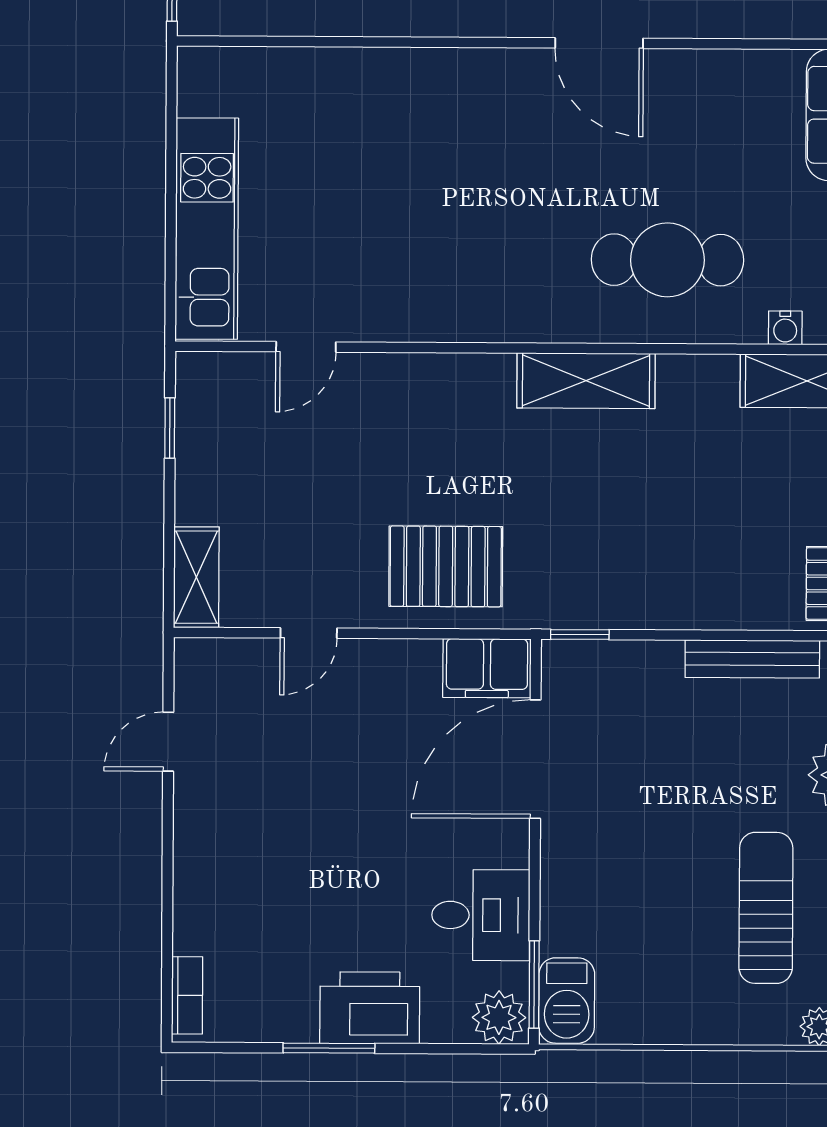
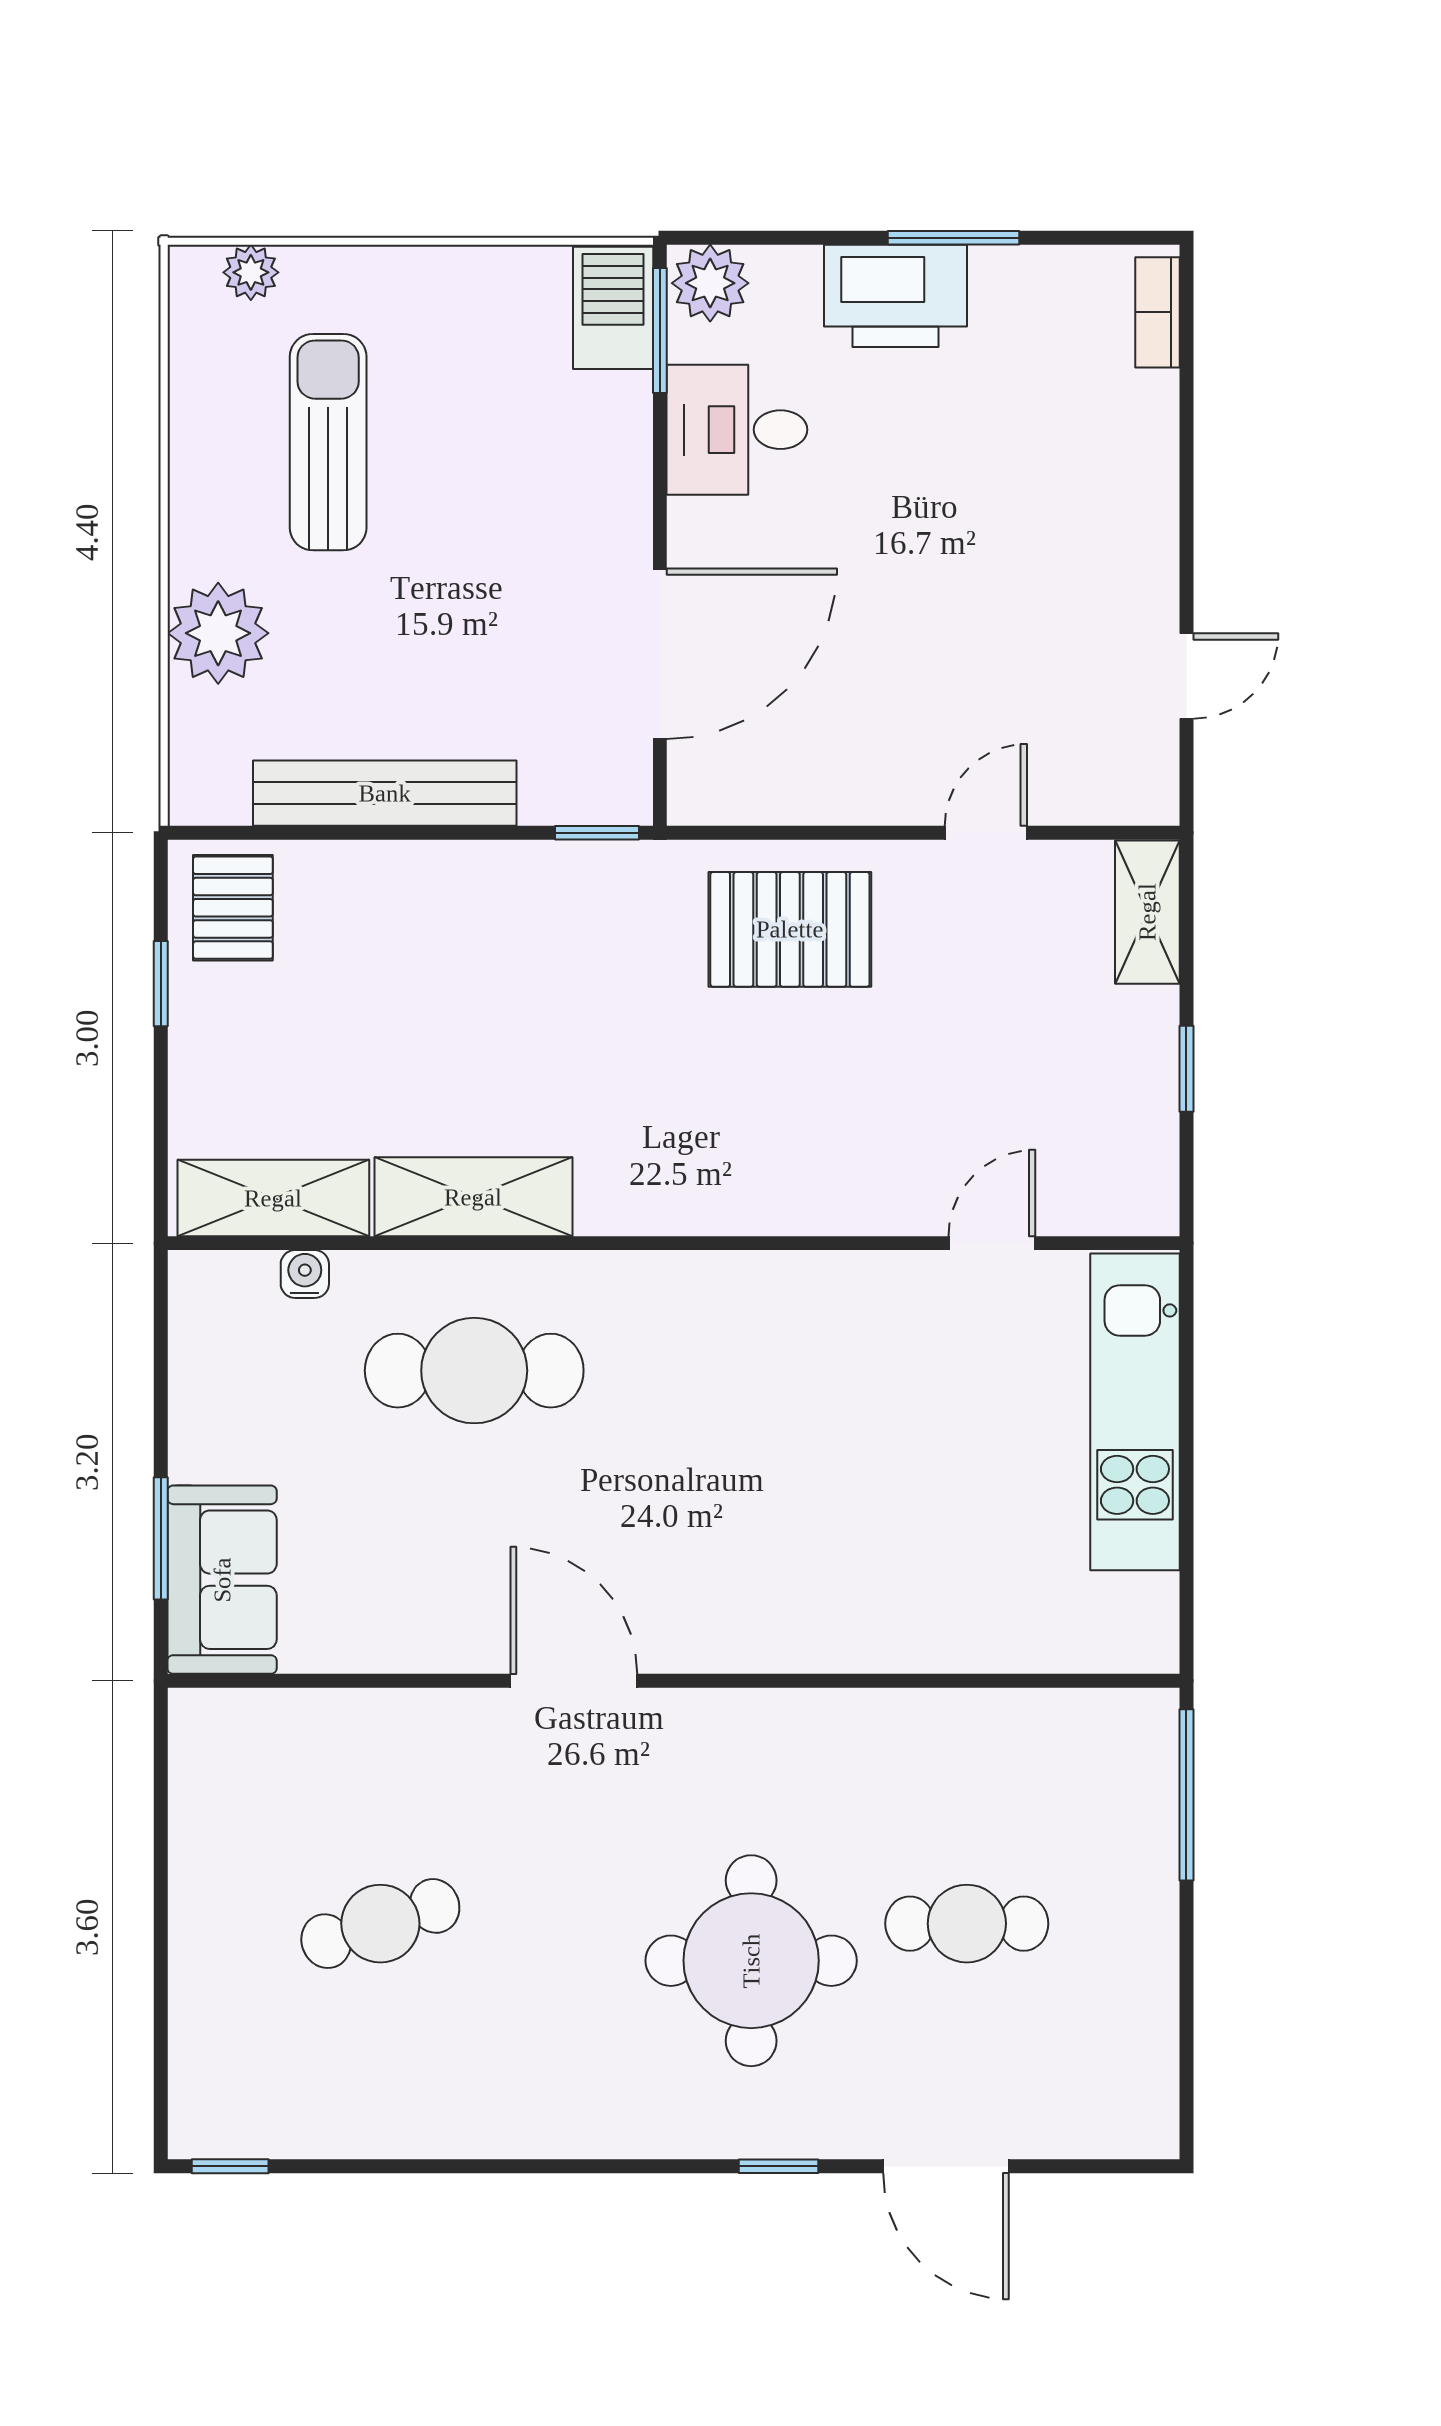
shelving: (586, 381) -> (473, 1197), moved
window: (170, 428) -> (1186, 1069), moved
bench: (752, 659) -> (385, 793), width x1.37, depth x1.21
filing cabinet: (487, 668) -> (730, 784), removed
sun lounger: (766, 908) -> (328, 442), turned 180

